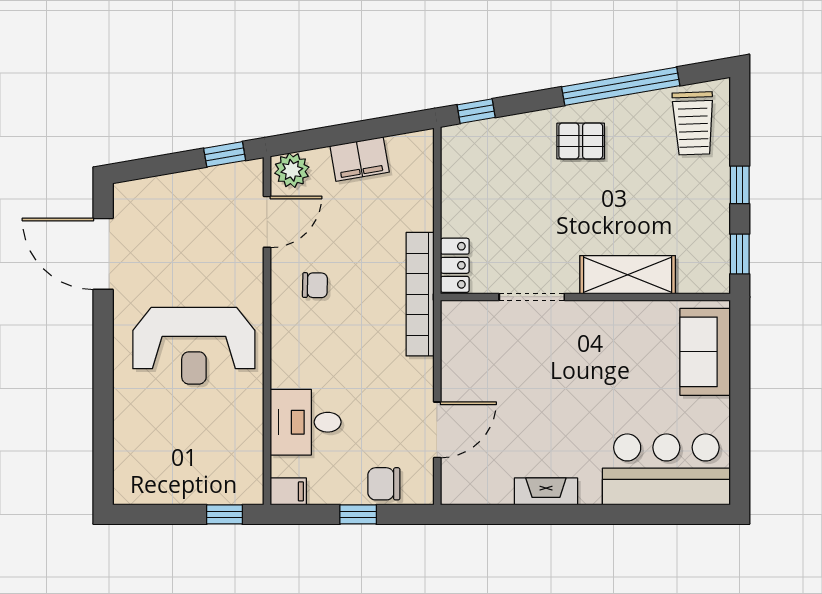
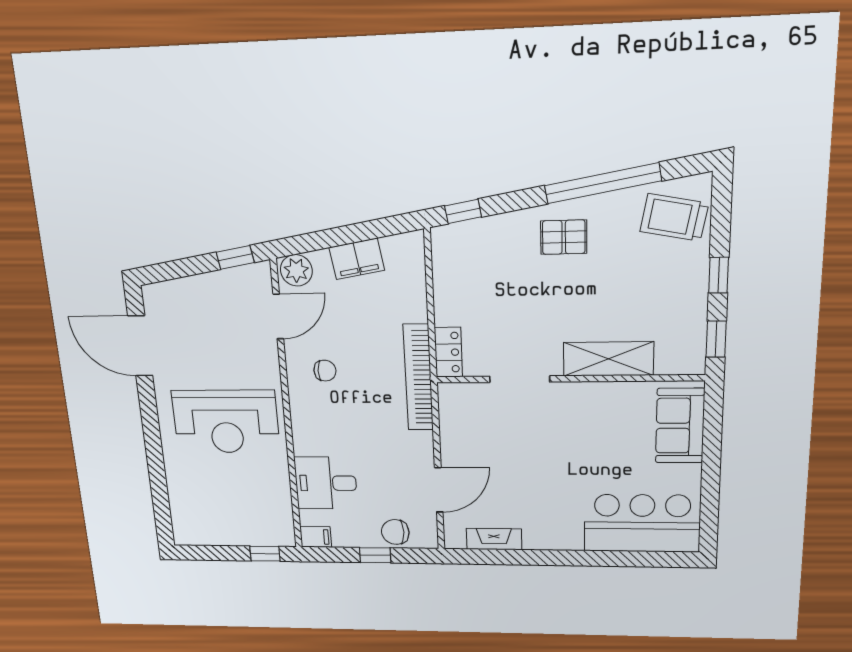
trolley: (693, 123) -> (674, 217), turned 103
fireplace: (546, 491) -> (494, 539), moved

